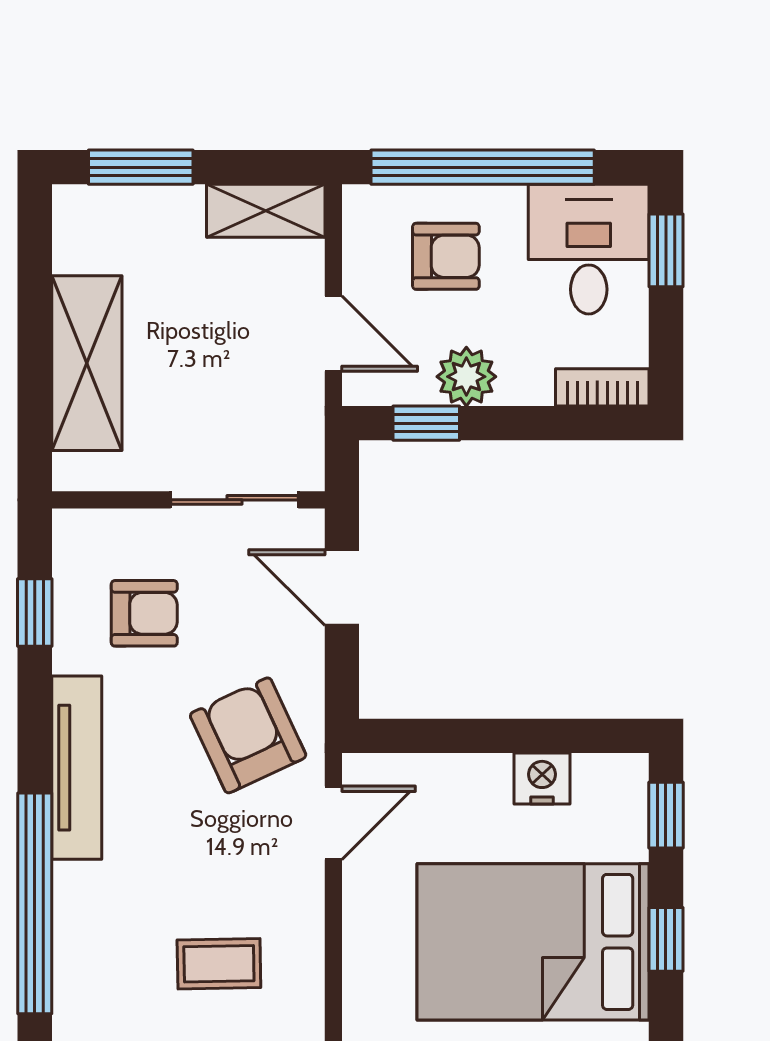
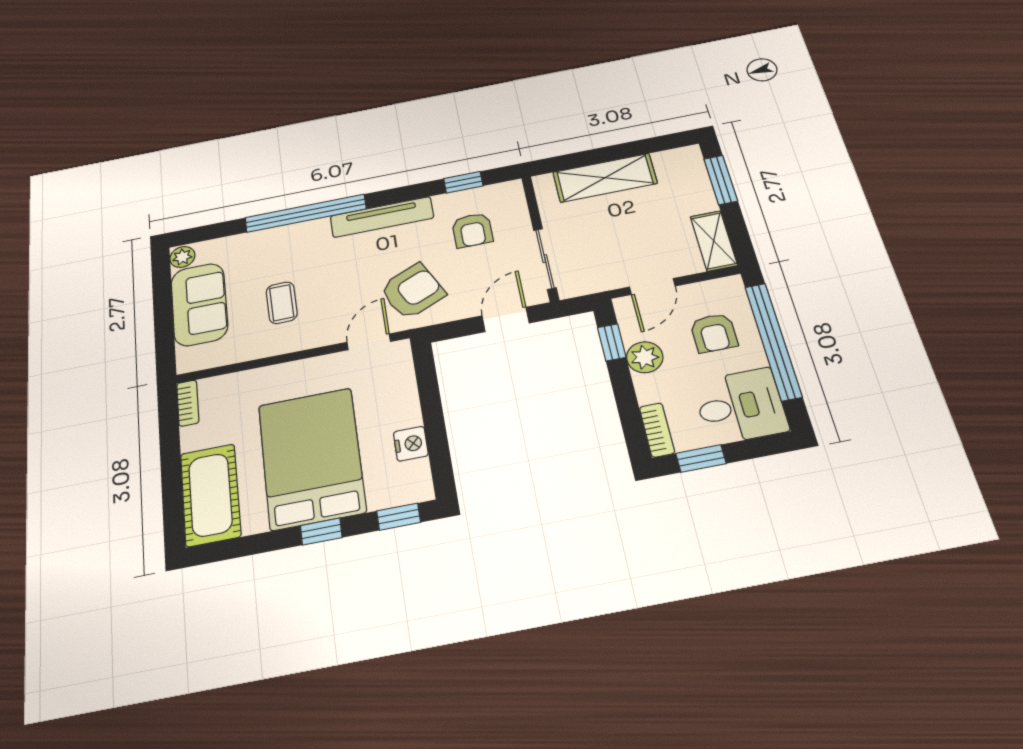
window: (666, 250) -> (701, 458), moved
door: (333, 823) -> (369, 342), swing flipped

